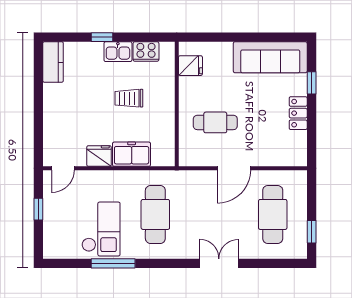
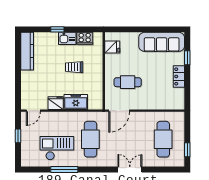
kitchen counter: (53, 62) -> (27, 51), width x1.50
door: (234, 168) -> (119, 111), moved
checkout: (101, 229) -> (57, 148), turned -90

